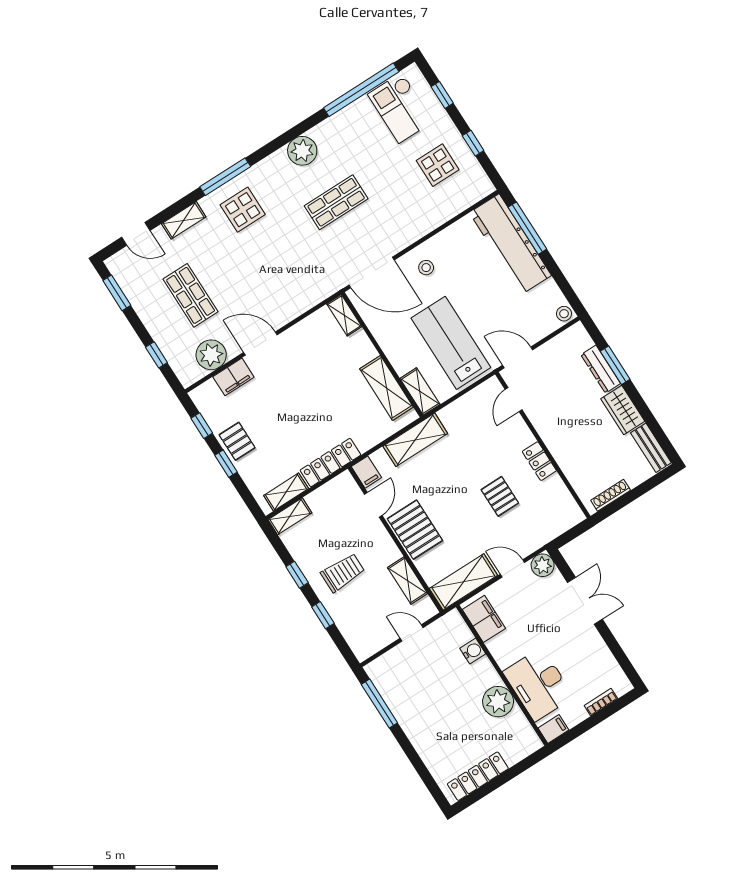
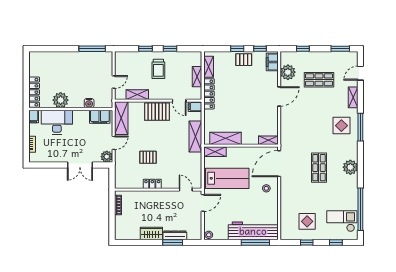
filing cabinet: (233, 377) -> (272, 62), moved
bench: (651, 448) -> (127, 235), removed
shelving: (290, 516) -> (197, 77), moved
locker: (478, 776) -> (34, 92), moved

